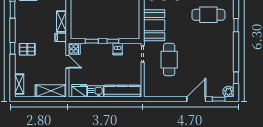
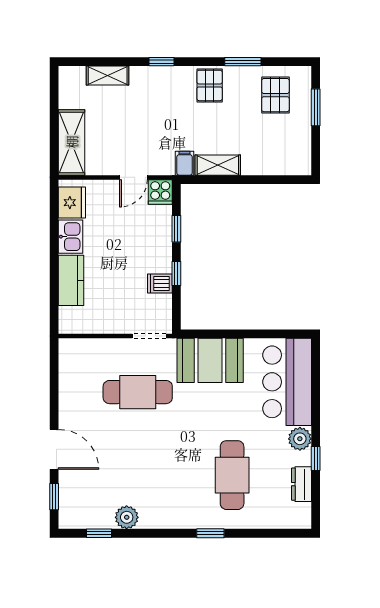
pallet: (27, 49) -> (210, 85), moved
shelving: (19, 84) -> (108, 76), moved
kitchen counter: (122, 91) -> (71, 280), width x0.67
plant: (228, 92) -> (127, 517), moved

